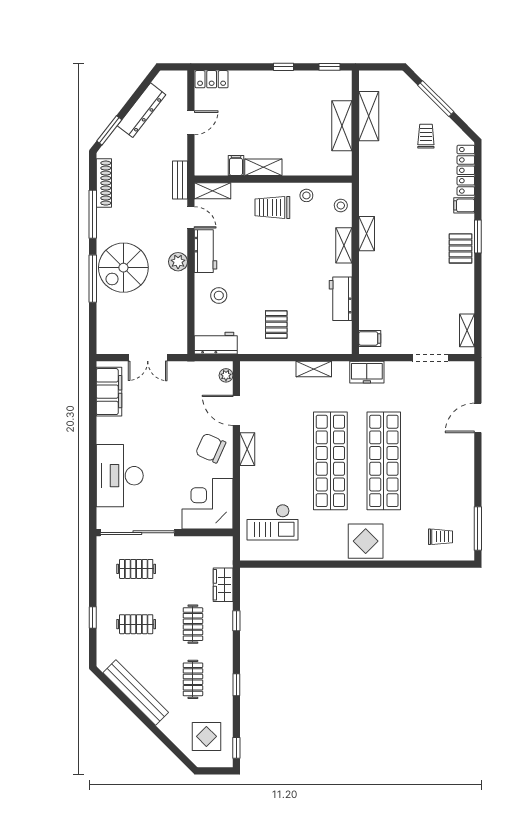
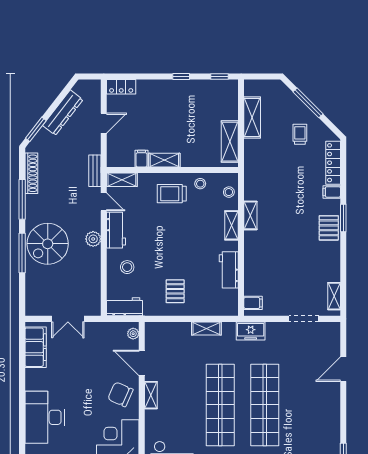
shelving: (342, 126) -> (230, 142), moved

